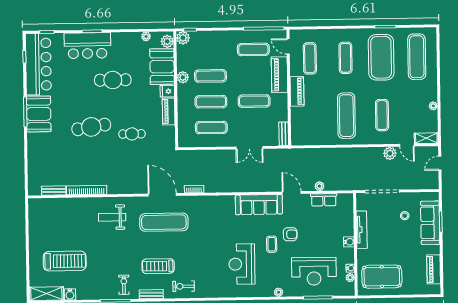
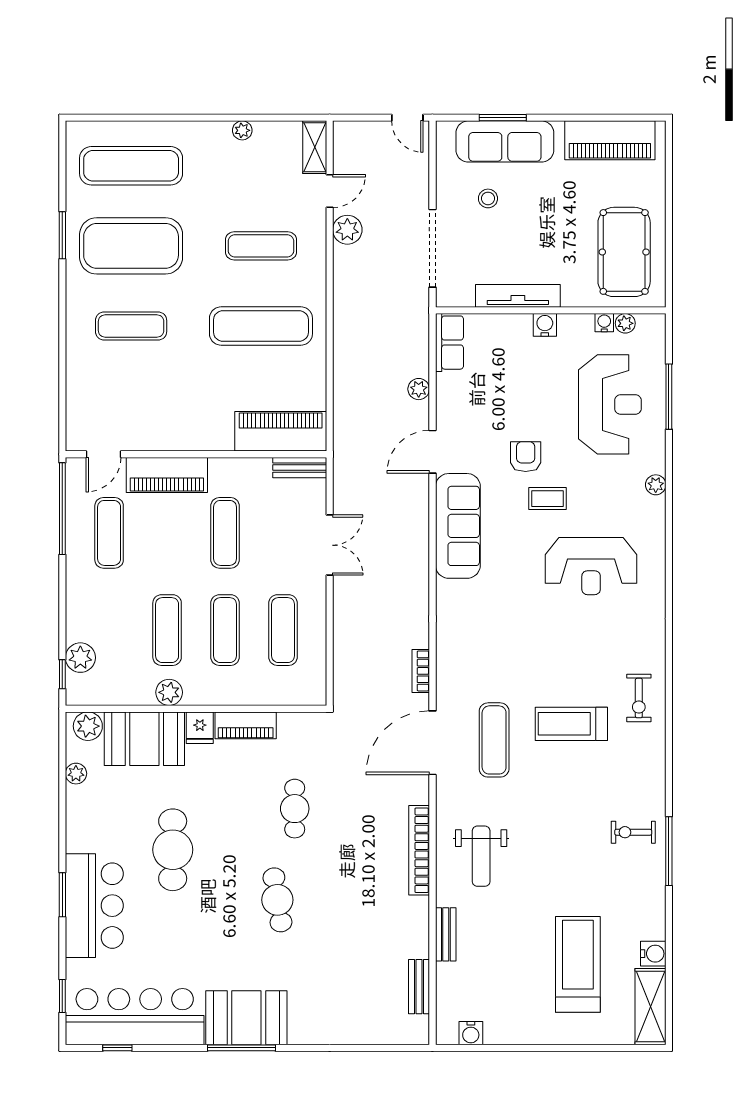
plant: (183, 38) -> (80, 658), moved
exercise mat: (310, 58) -> (131, 406), removed
piano: (297, 91) -> (281, 431), moved, width x1.37, depth x1.33
cafe table: (91, 127) -> (277, 900), width x0.73, depth x0.74
door: (440, 163) -> (407, 118), moved
bookcase: (87, 190) -> (419, 850), moved
row of seats: (324, 200) -> (449, 343), moved
water cooler: (33, 214) -> (471, 1033), added
exercise mat: (164, 222) -> (494, 740), width x0.73, depth x0.69
treadmill: (158, 266) -> (571, 724), moved, turned 90
piano: (434, 269) -> (610, 140), width x1.37, depth x1.33
bench: (151, 294) -> (446, 934), moved

